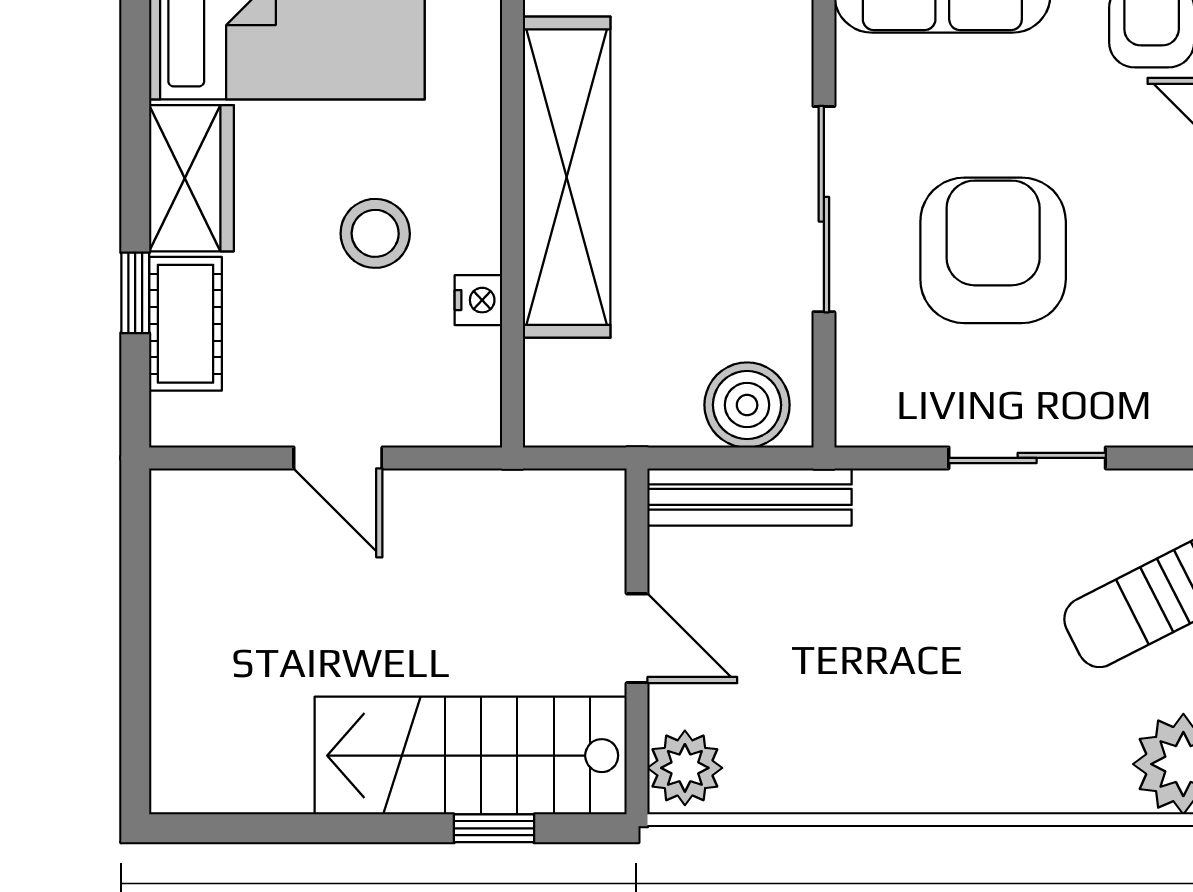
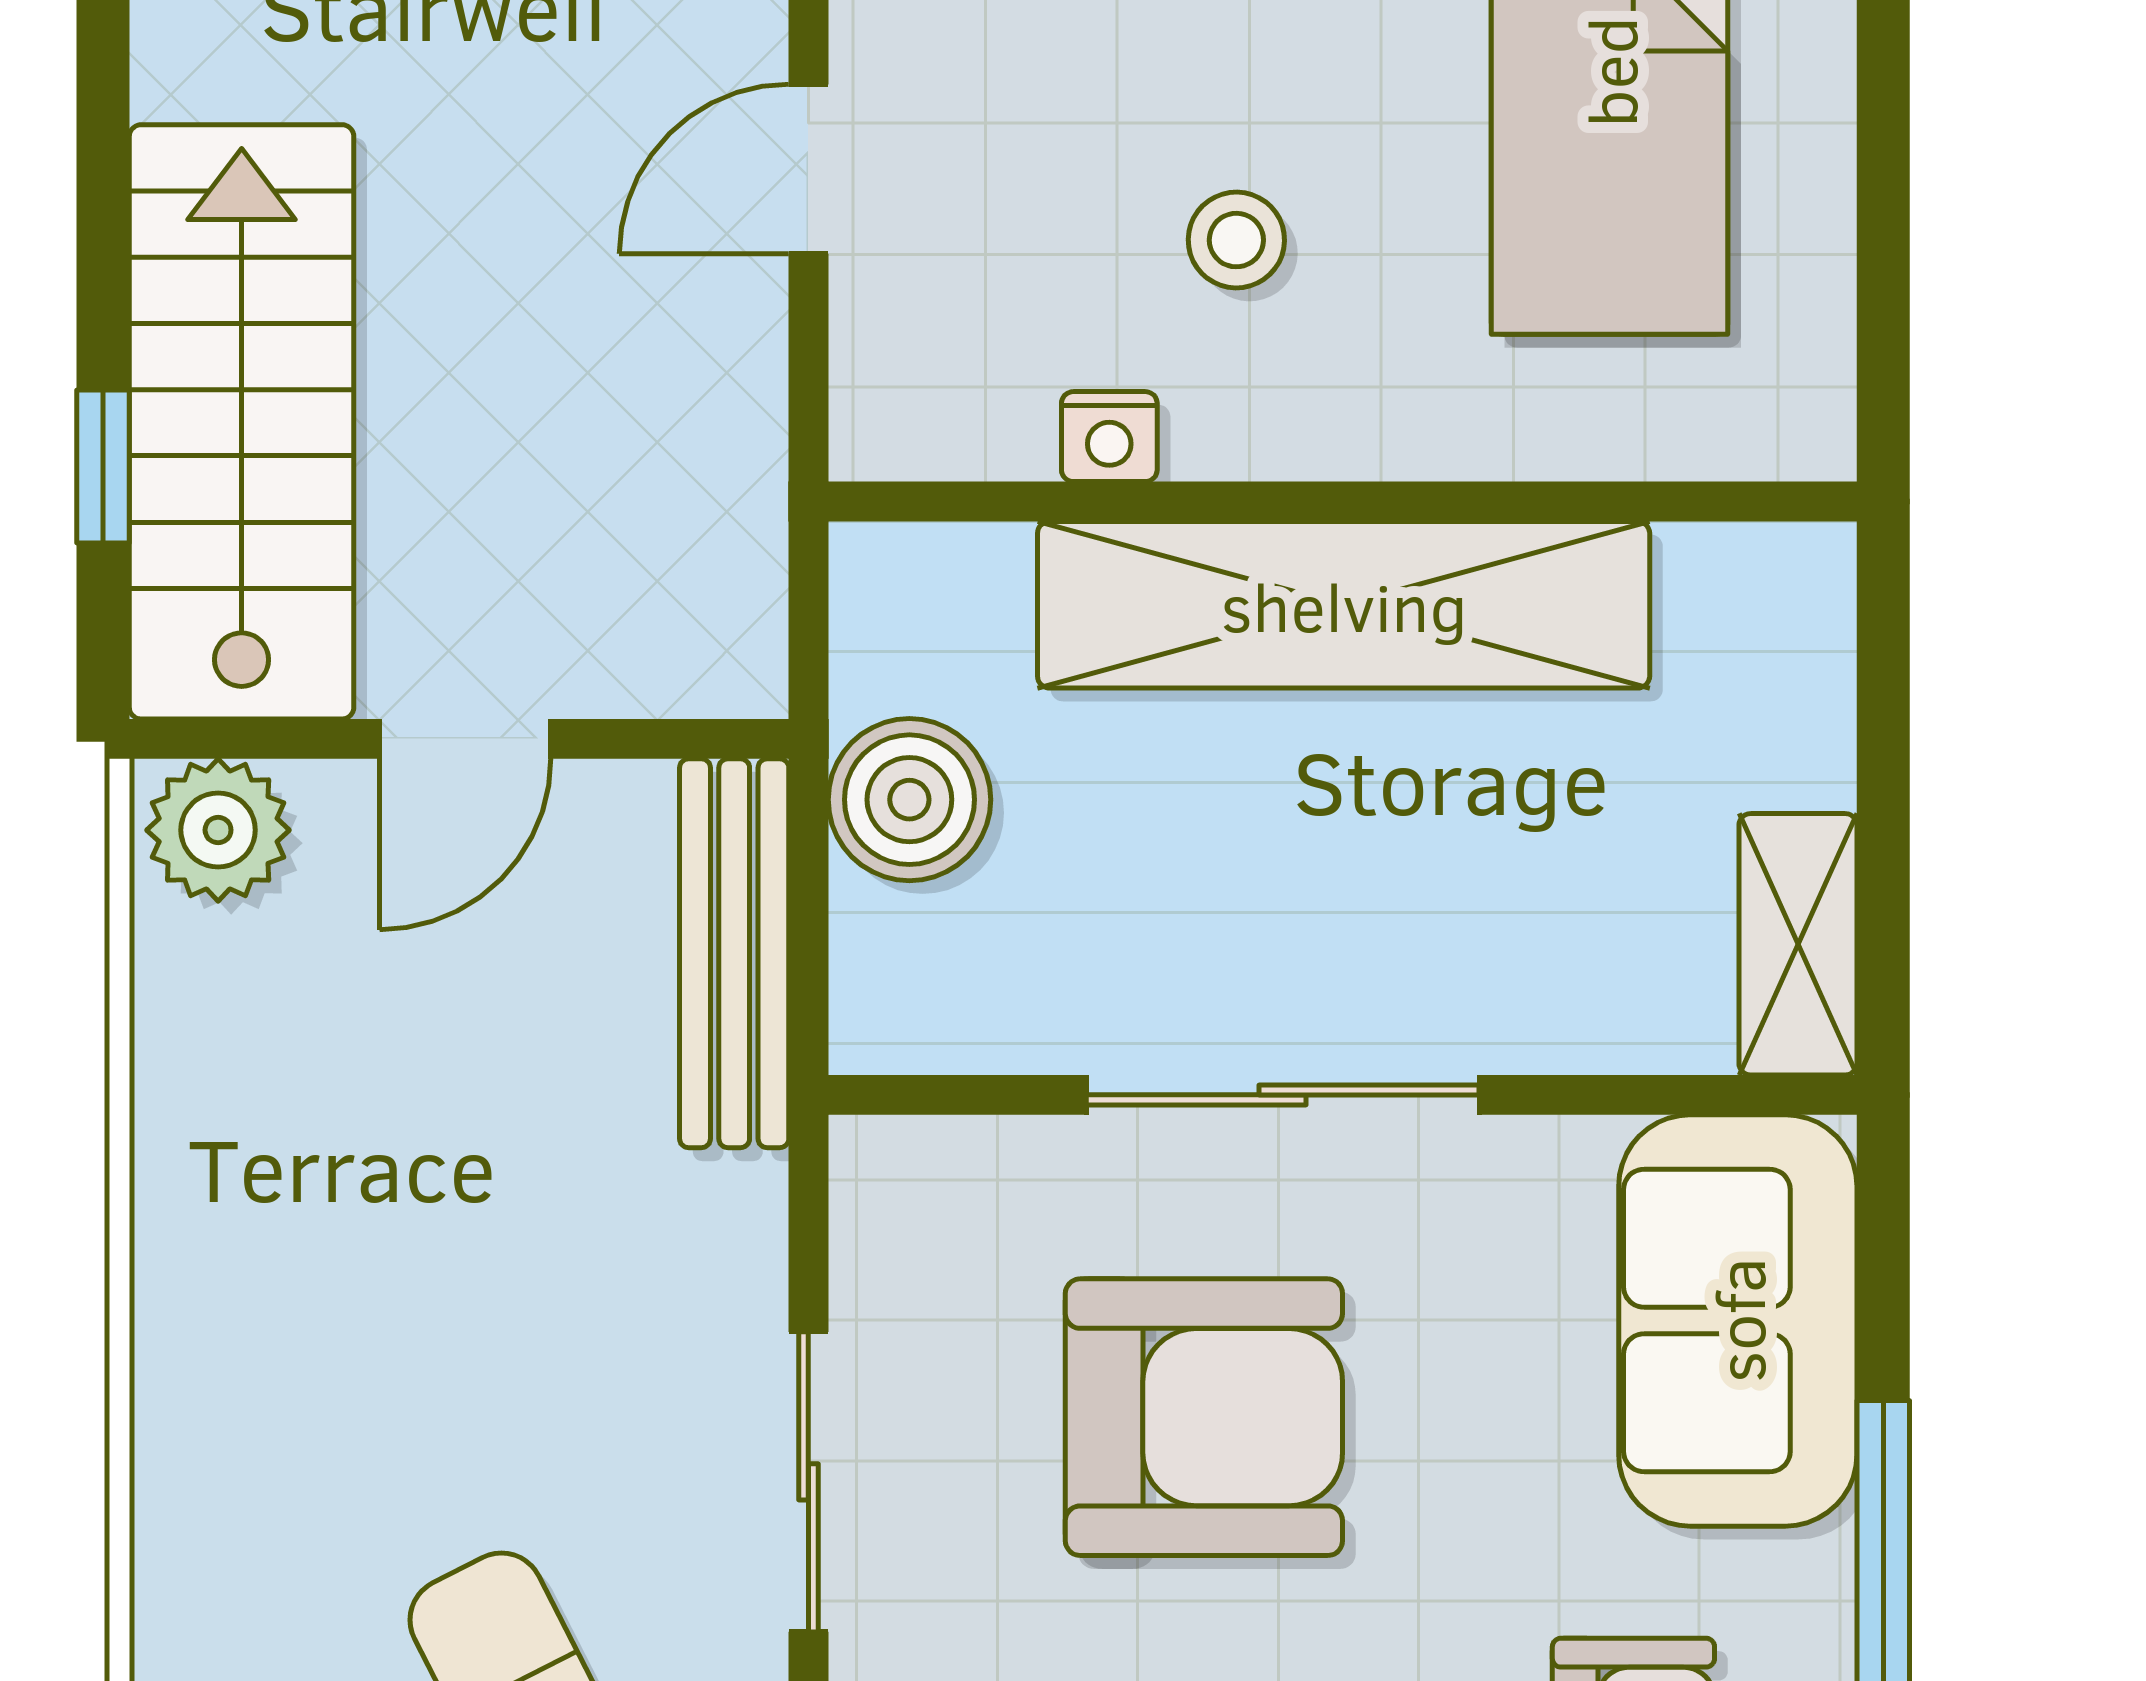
stool: (375, 233) -> (1236, 240), width x0.73, depth x0.73
boiler: (747, 405) -> (909, 800), moved

